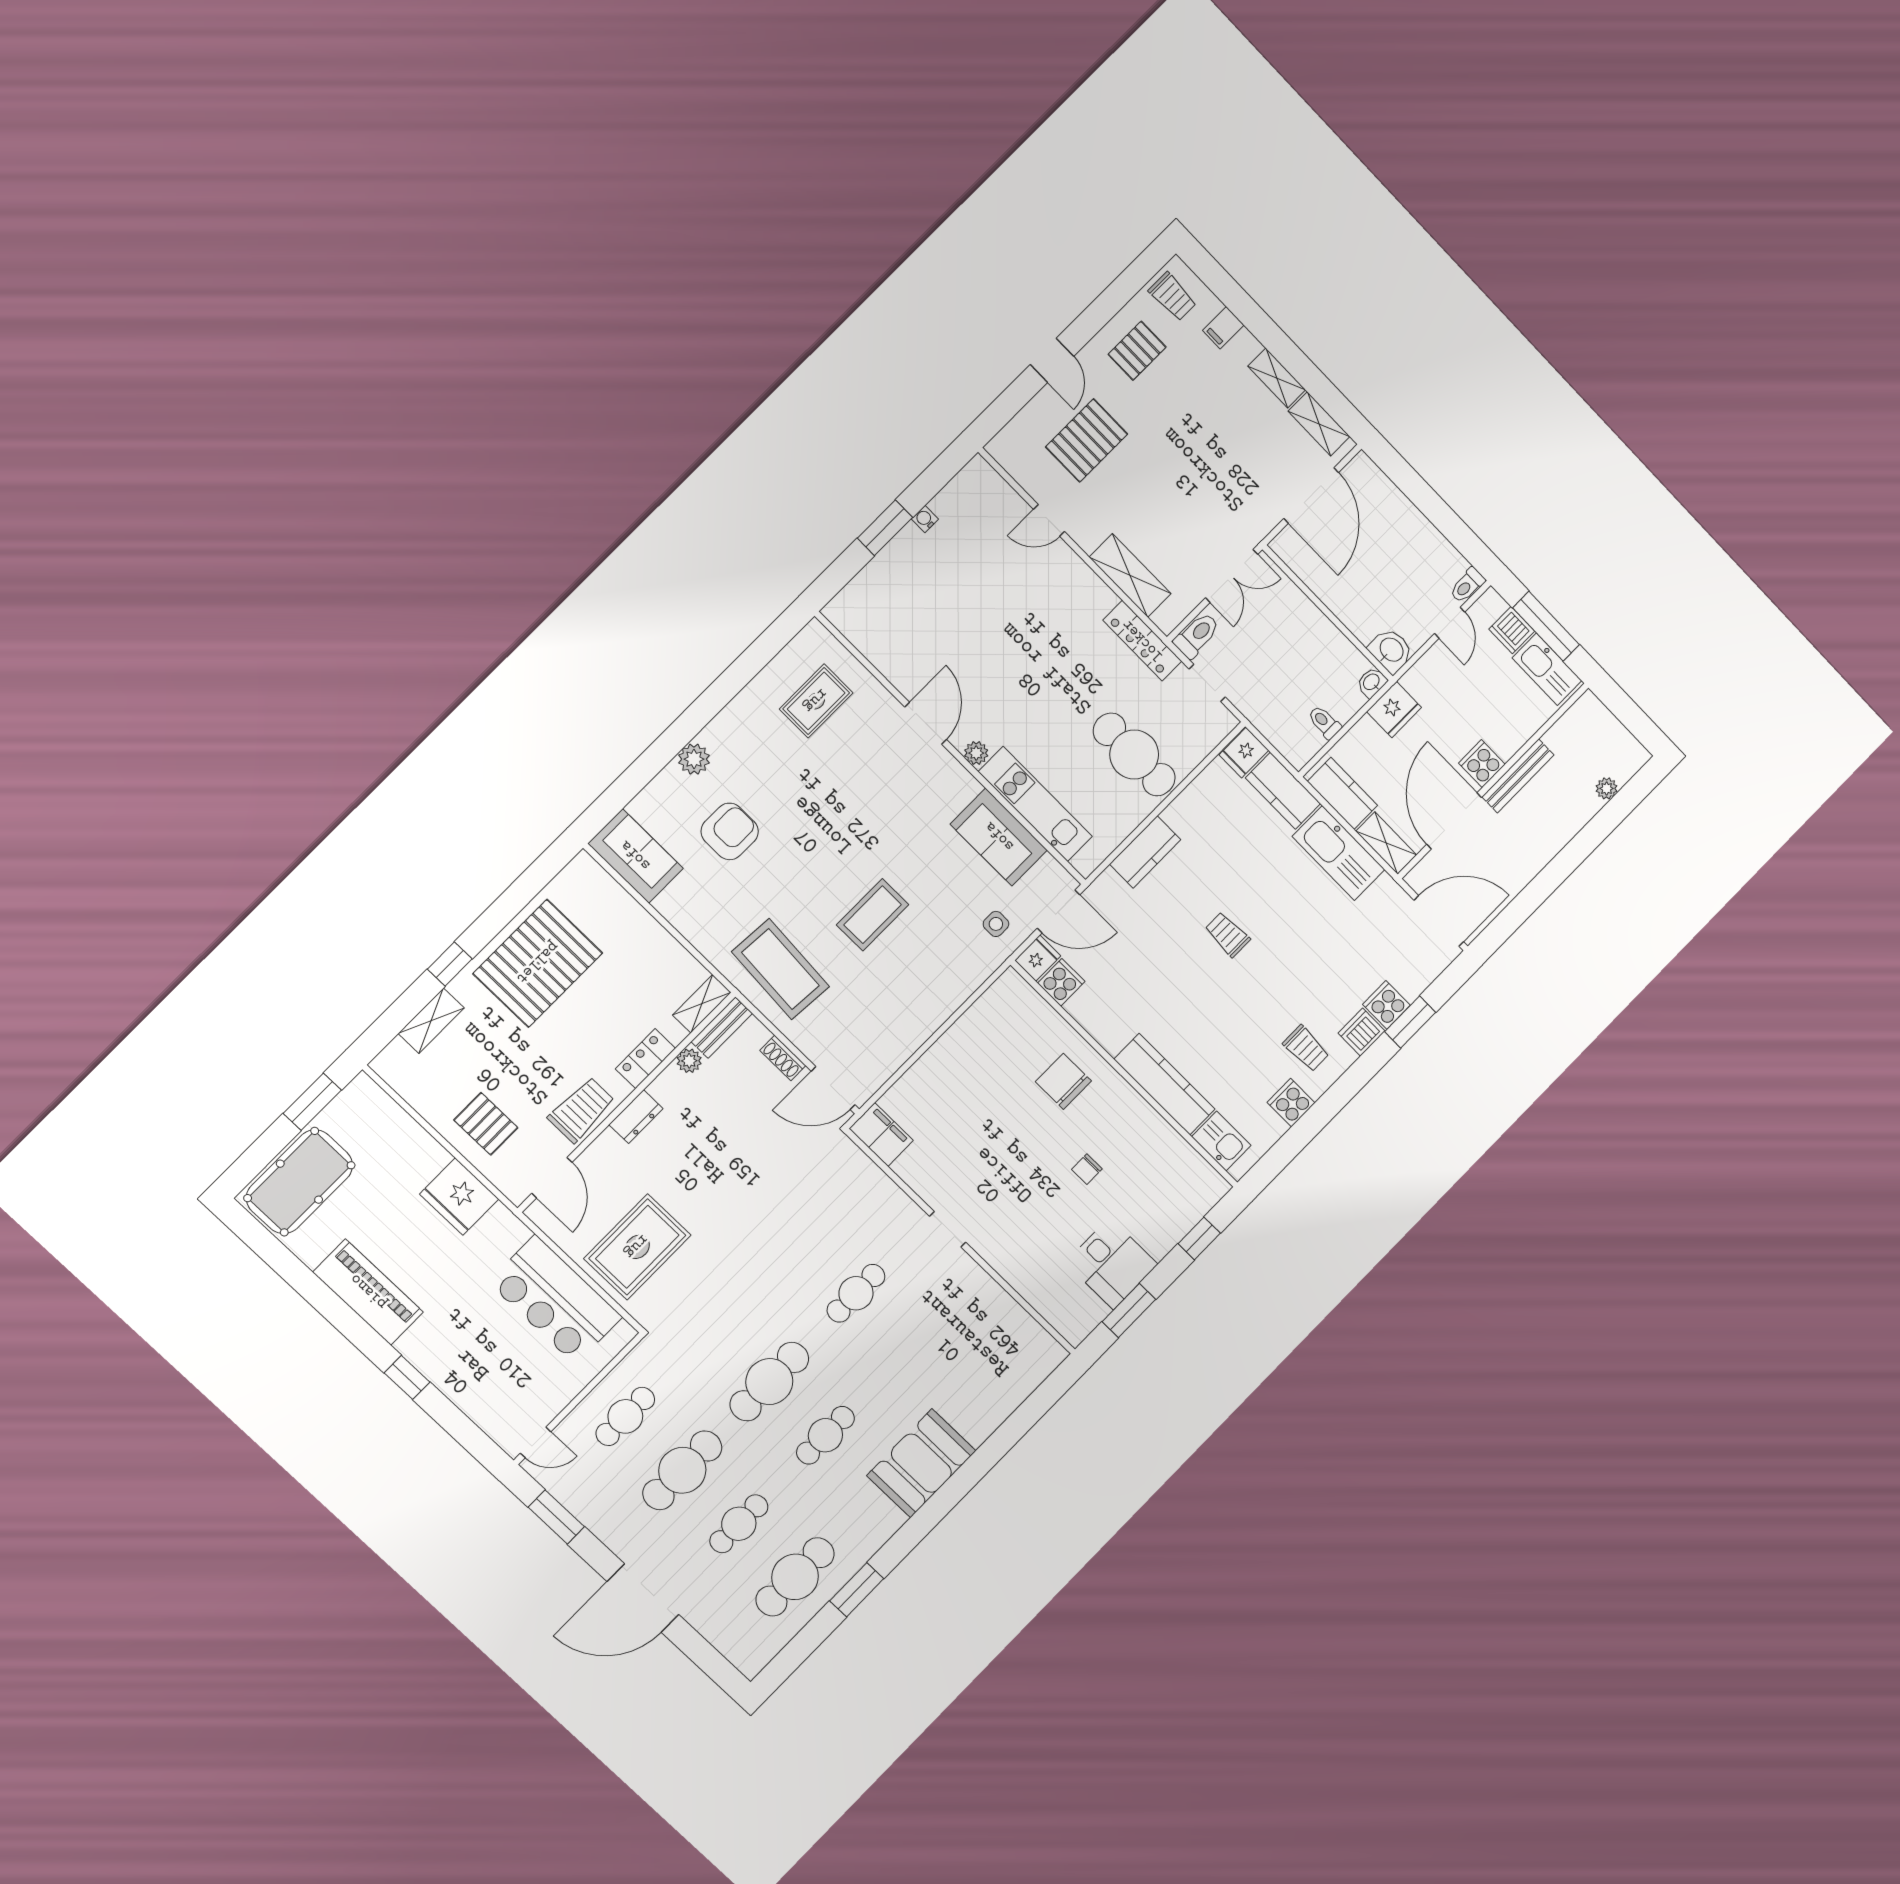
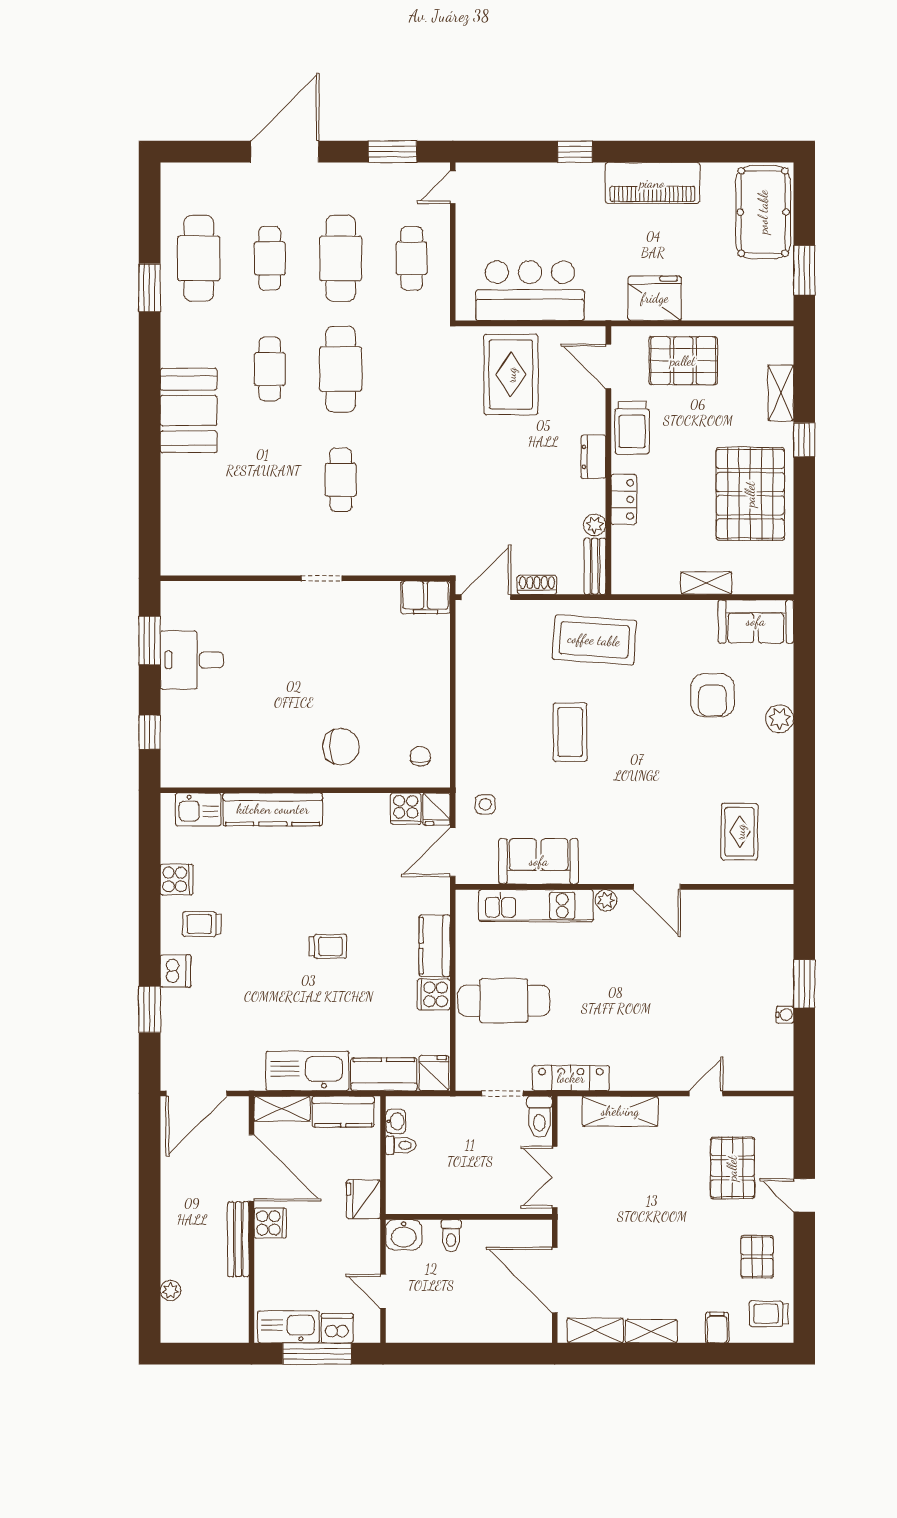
toilet: (1467, 585) -> (451, 1236), moved, turned 180
washbasin: (1372, 682) -> (396, 1121), moved
shelving: (702, 1004) -> (706, 583), moved, turned 90
cooker: (1386, 1005) -> (434, 994), moved, turned 180
pallet: (486, 1124) -> (683, 361), width x1.50, depth x1.42
chair: (1087, 1169) -> (420, 756), moved

